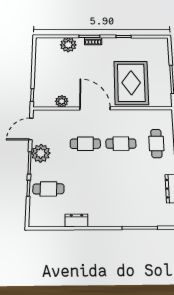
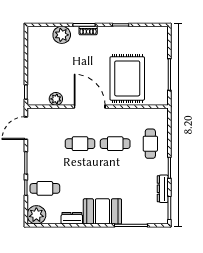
plant: (41, 153) -> (36, 215), moved
booth: (109, 213) -> (102, 211), added

